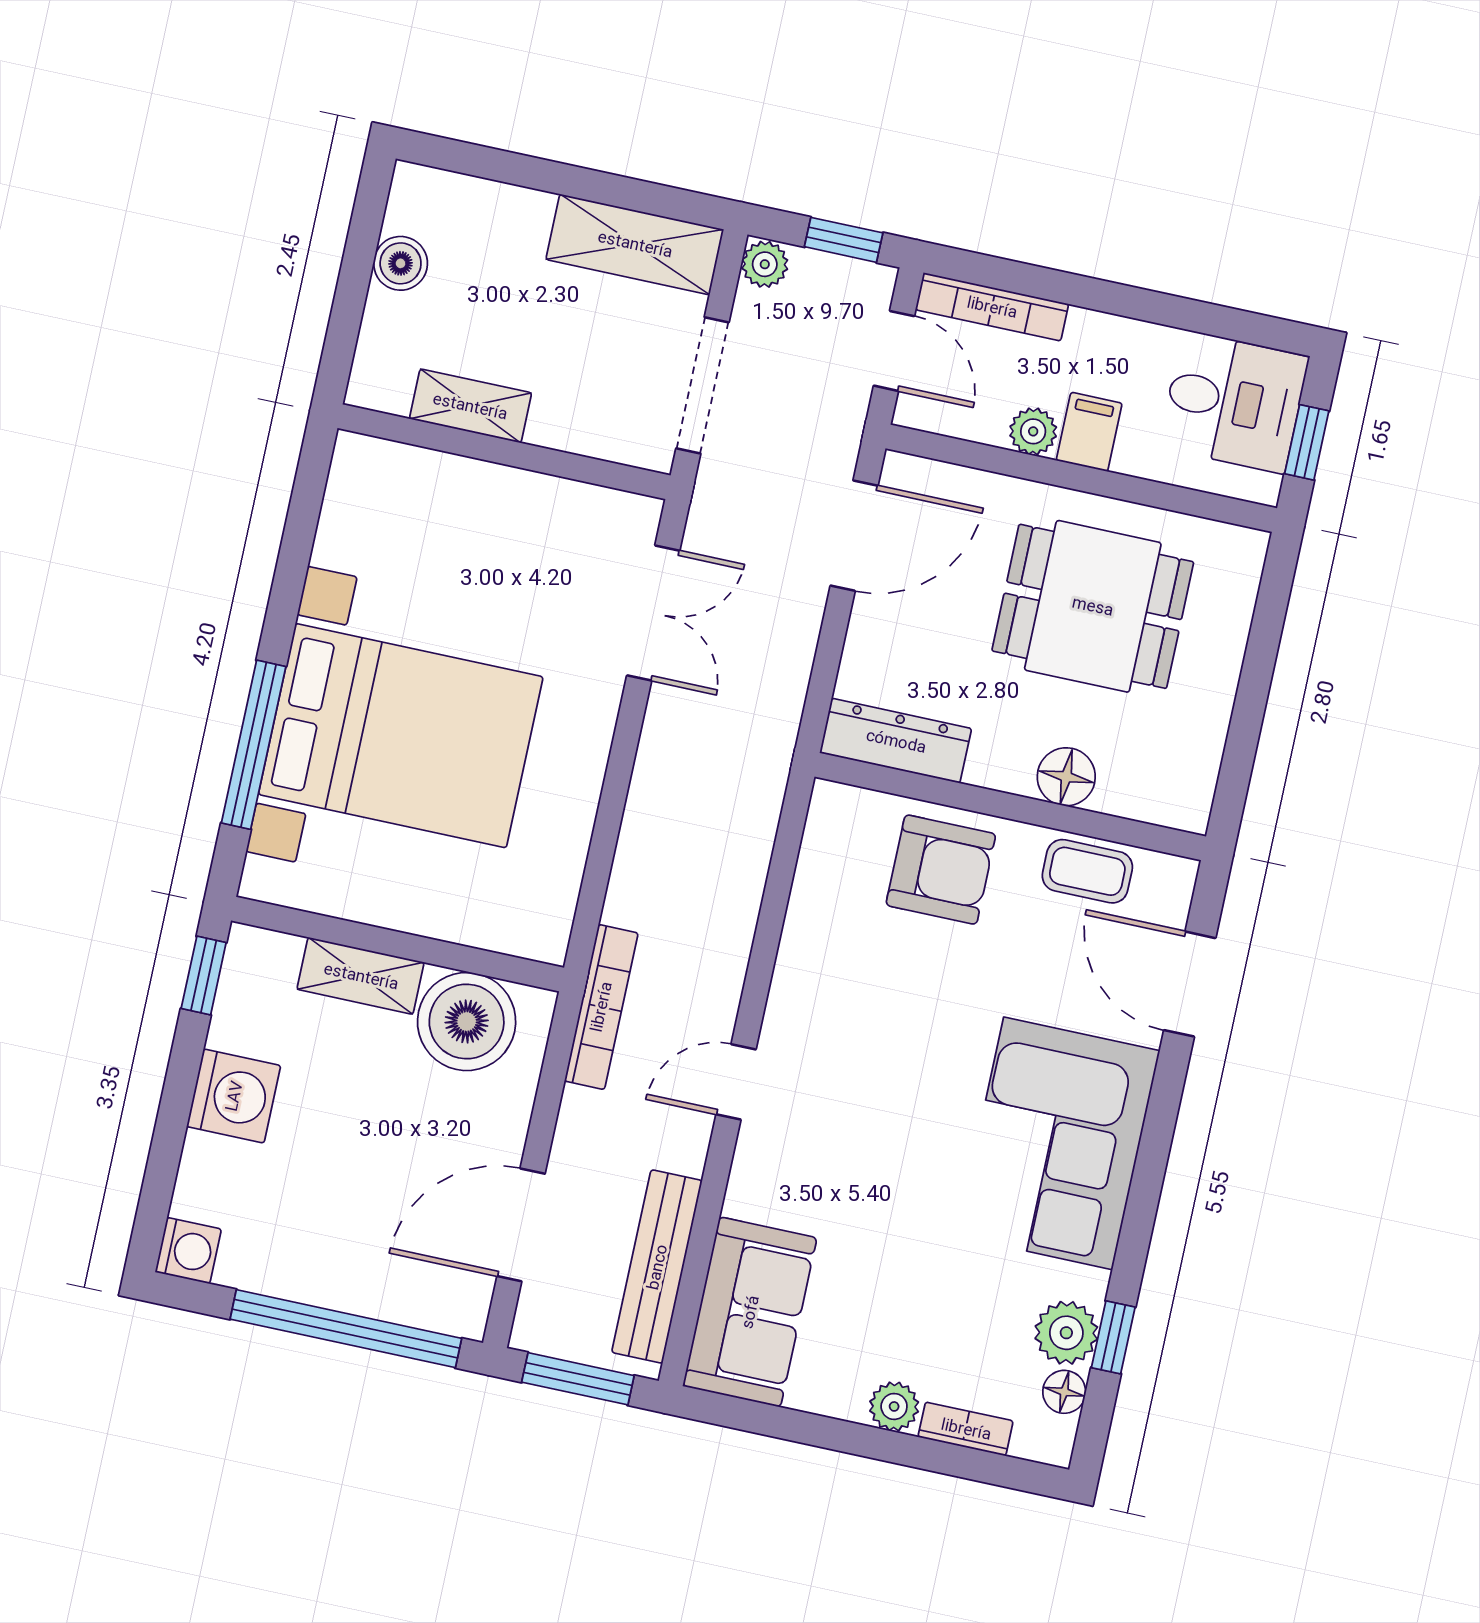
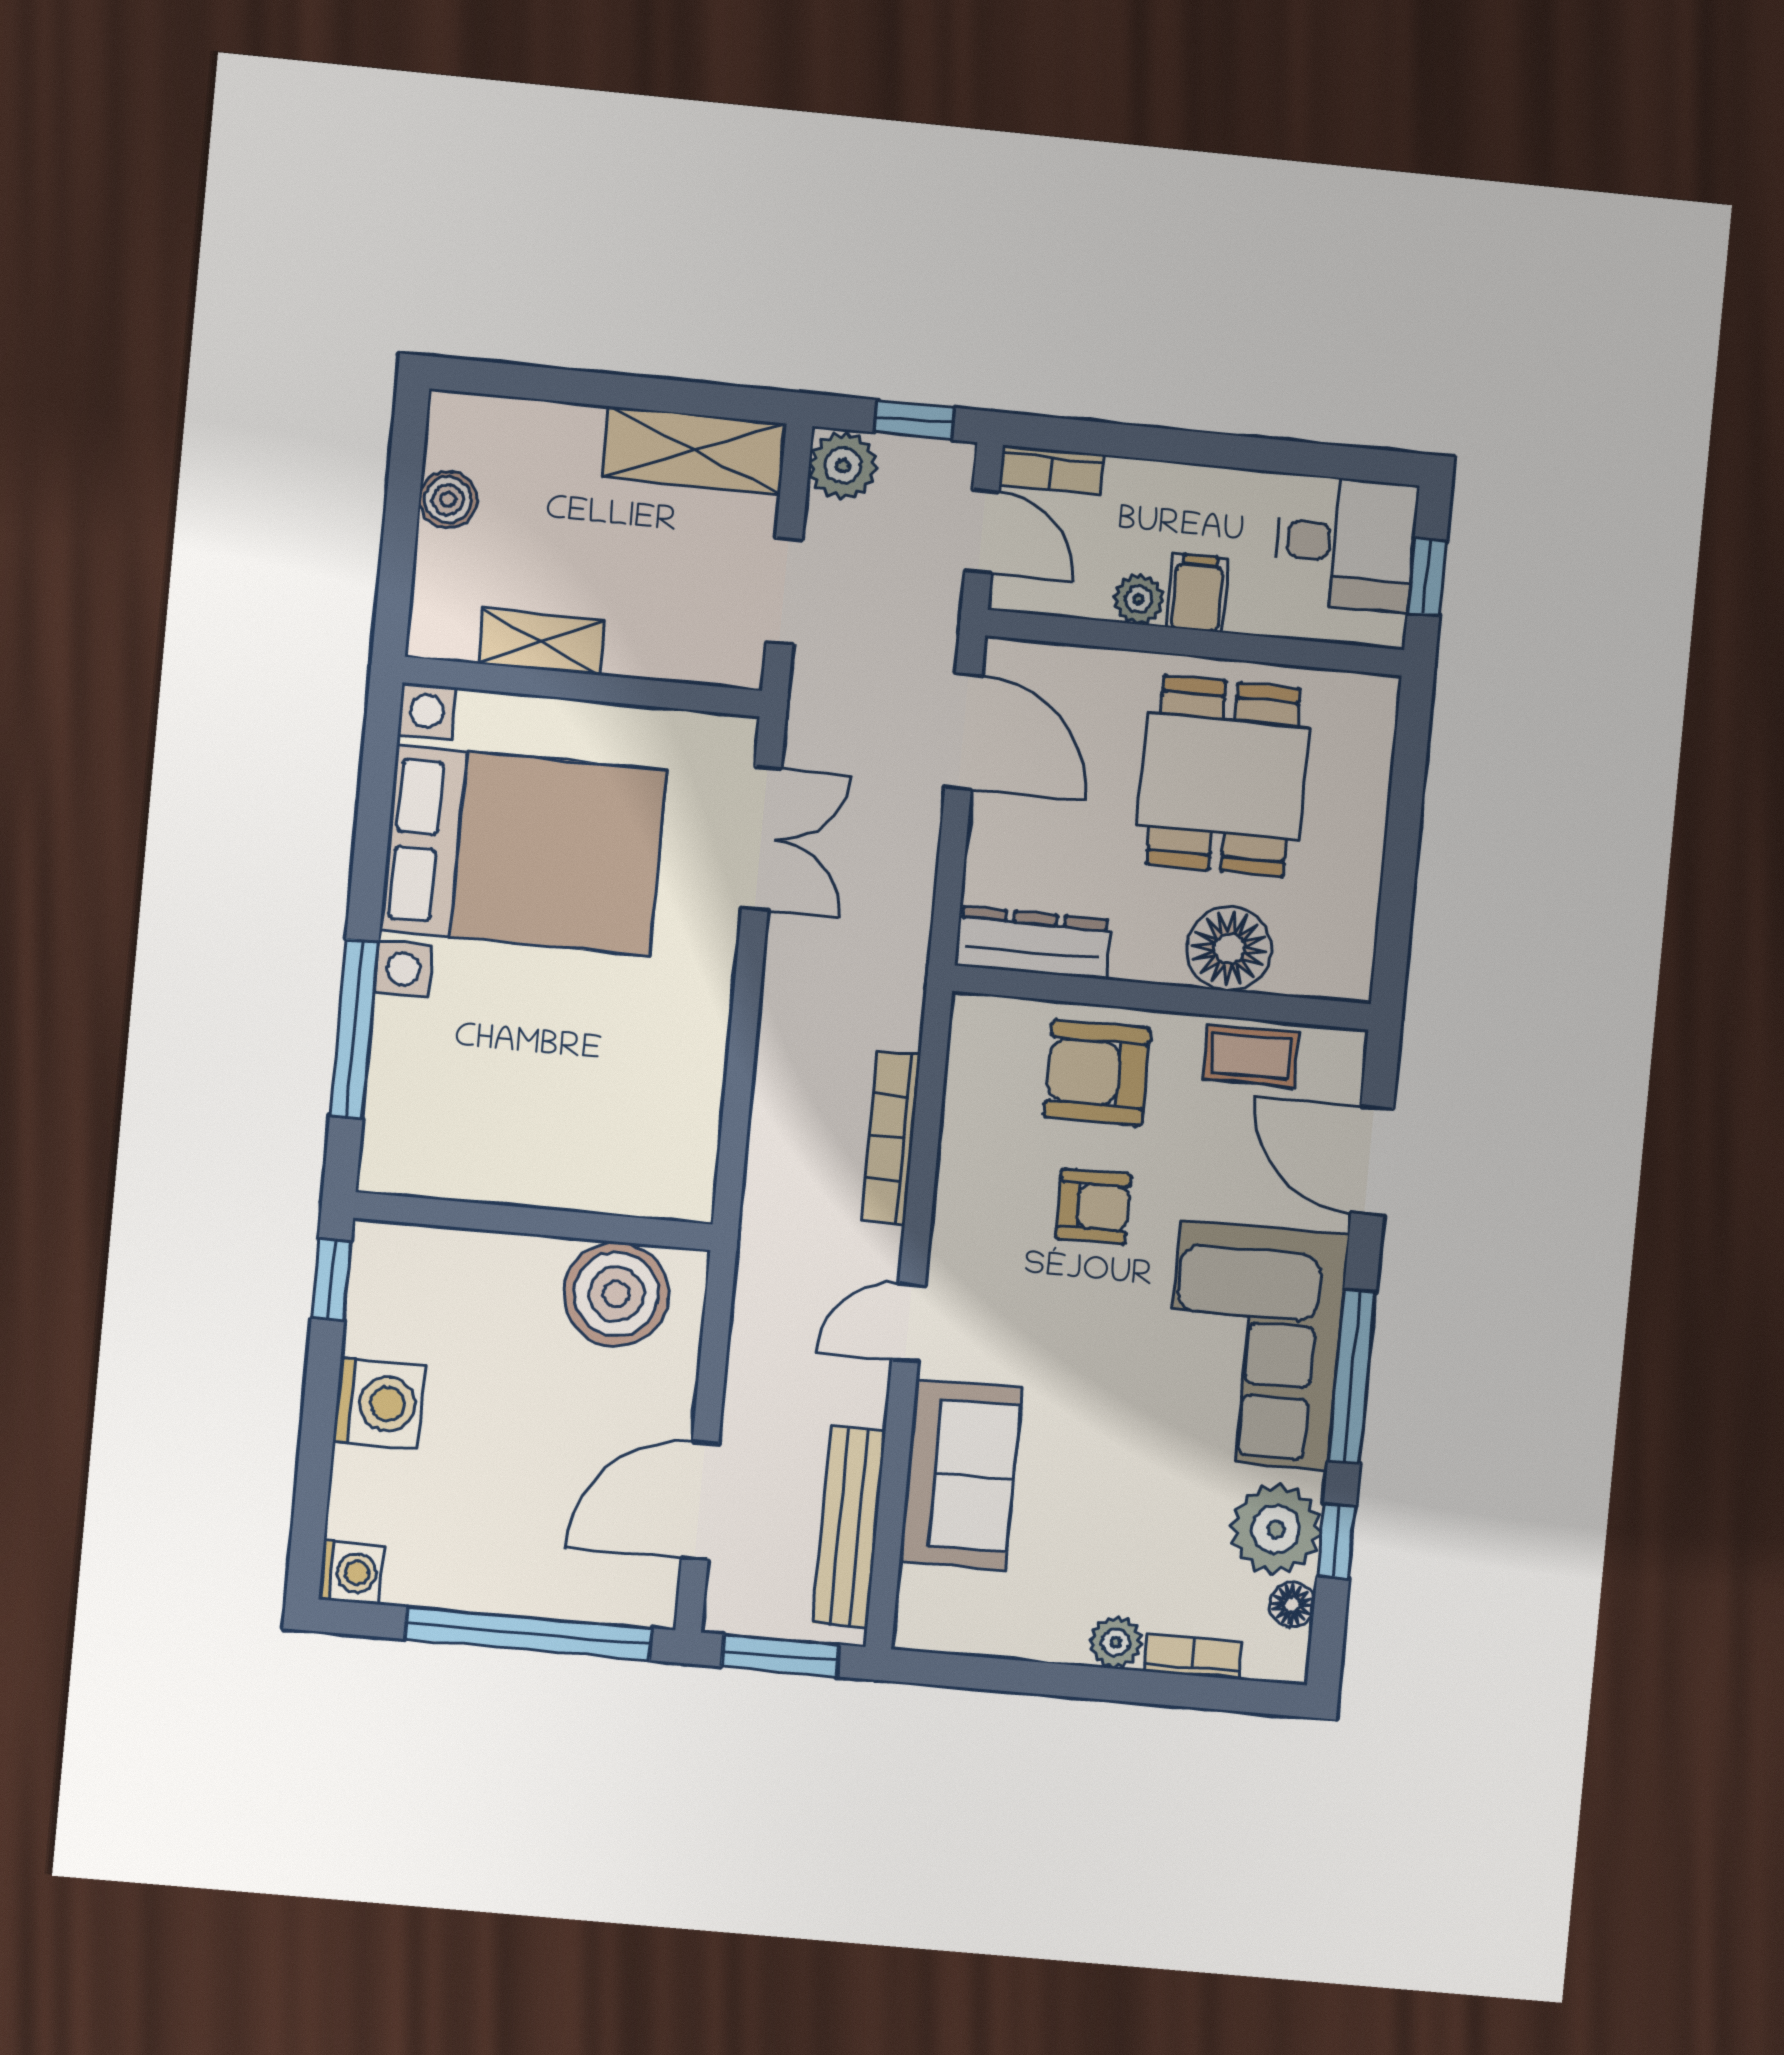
plant: (765, 264) -> (843, 466), width x1.38, depth x1.38
bookcase: (992, 307) -> (1051, 470), width x0.64
doorway: (703, 385) -> (784, 591), width x0.73
door: (854, 536) -> (963, 732), hinge flipped
dining table: (1093, 606) -> (1223, 776), turned 90
bed with nightstands: (401, 736) -> (523, 850), moved
floor lamp: (1066, 777) -> (1229, 949), width x1.38, depth x1.38
armchair: (941, 870) -> (1097, 1073), turned 180
shelving: (361, 976) -> (498, 1259), removed
armchair: (922, 995) -> (1093, 1206), added
bookcase: (601, 1007) -> (891, 1138), moved, turned 180
window: (1146, 1184) -> (1352, 1376), added
sofa: (750, 1312) -> (960, 1475), moved
plant: (1066, 1333) -> (1276, 1529), width x1.36, depth x1.36

